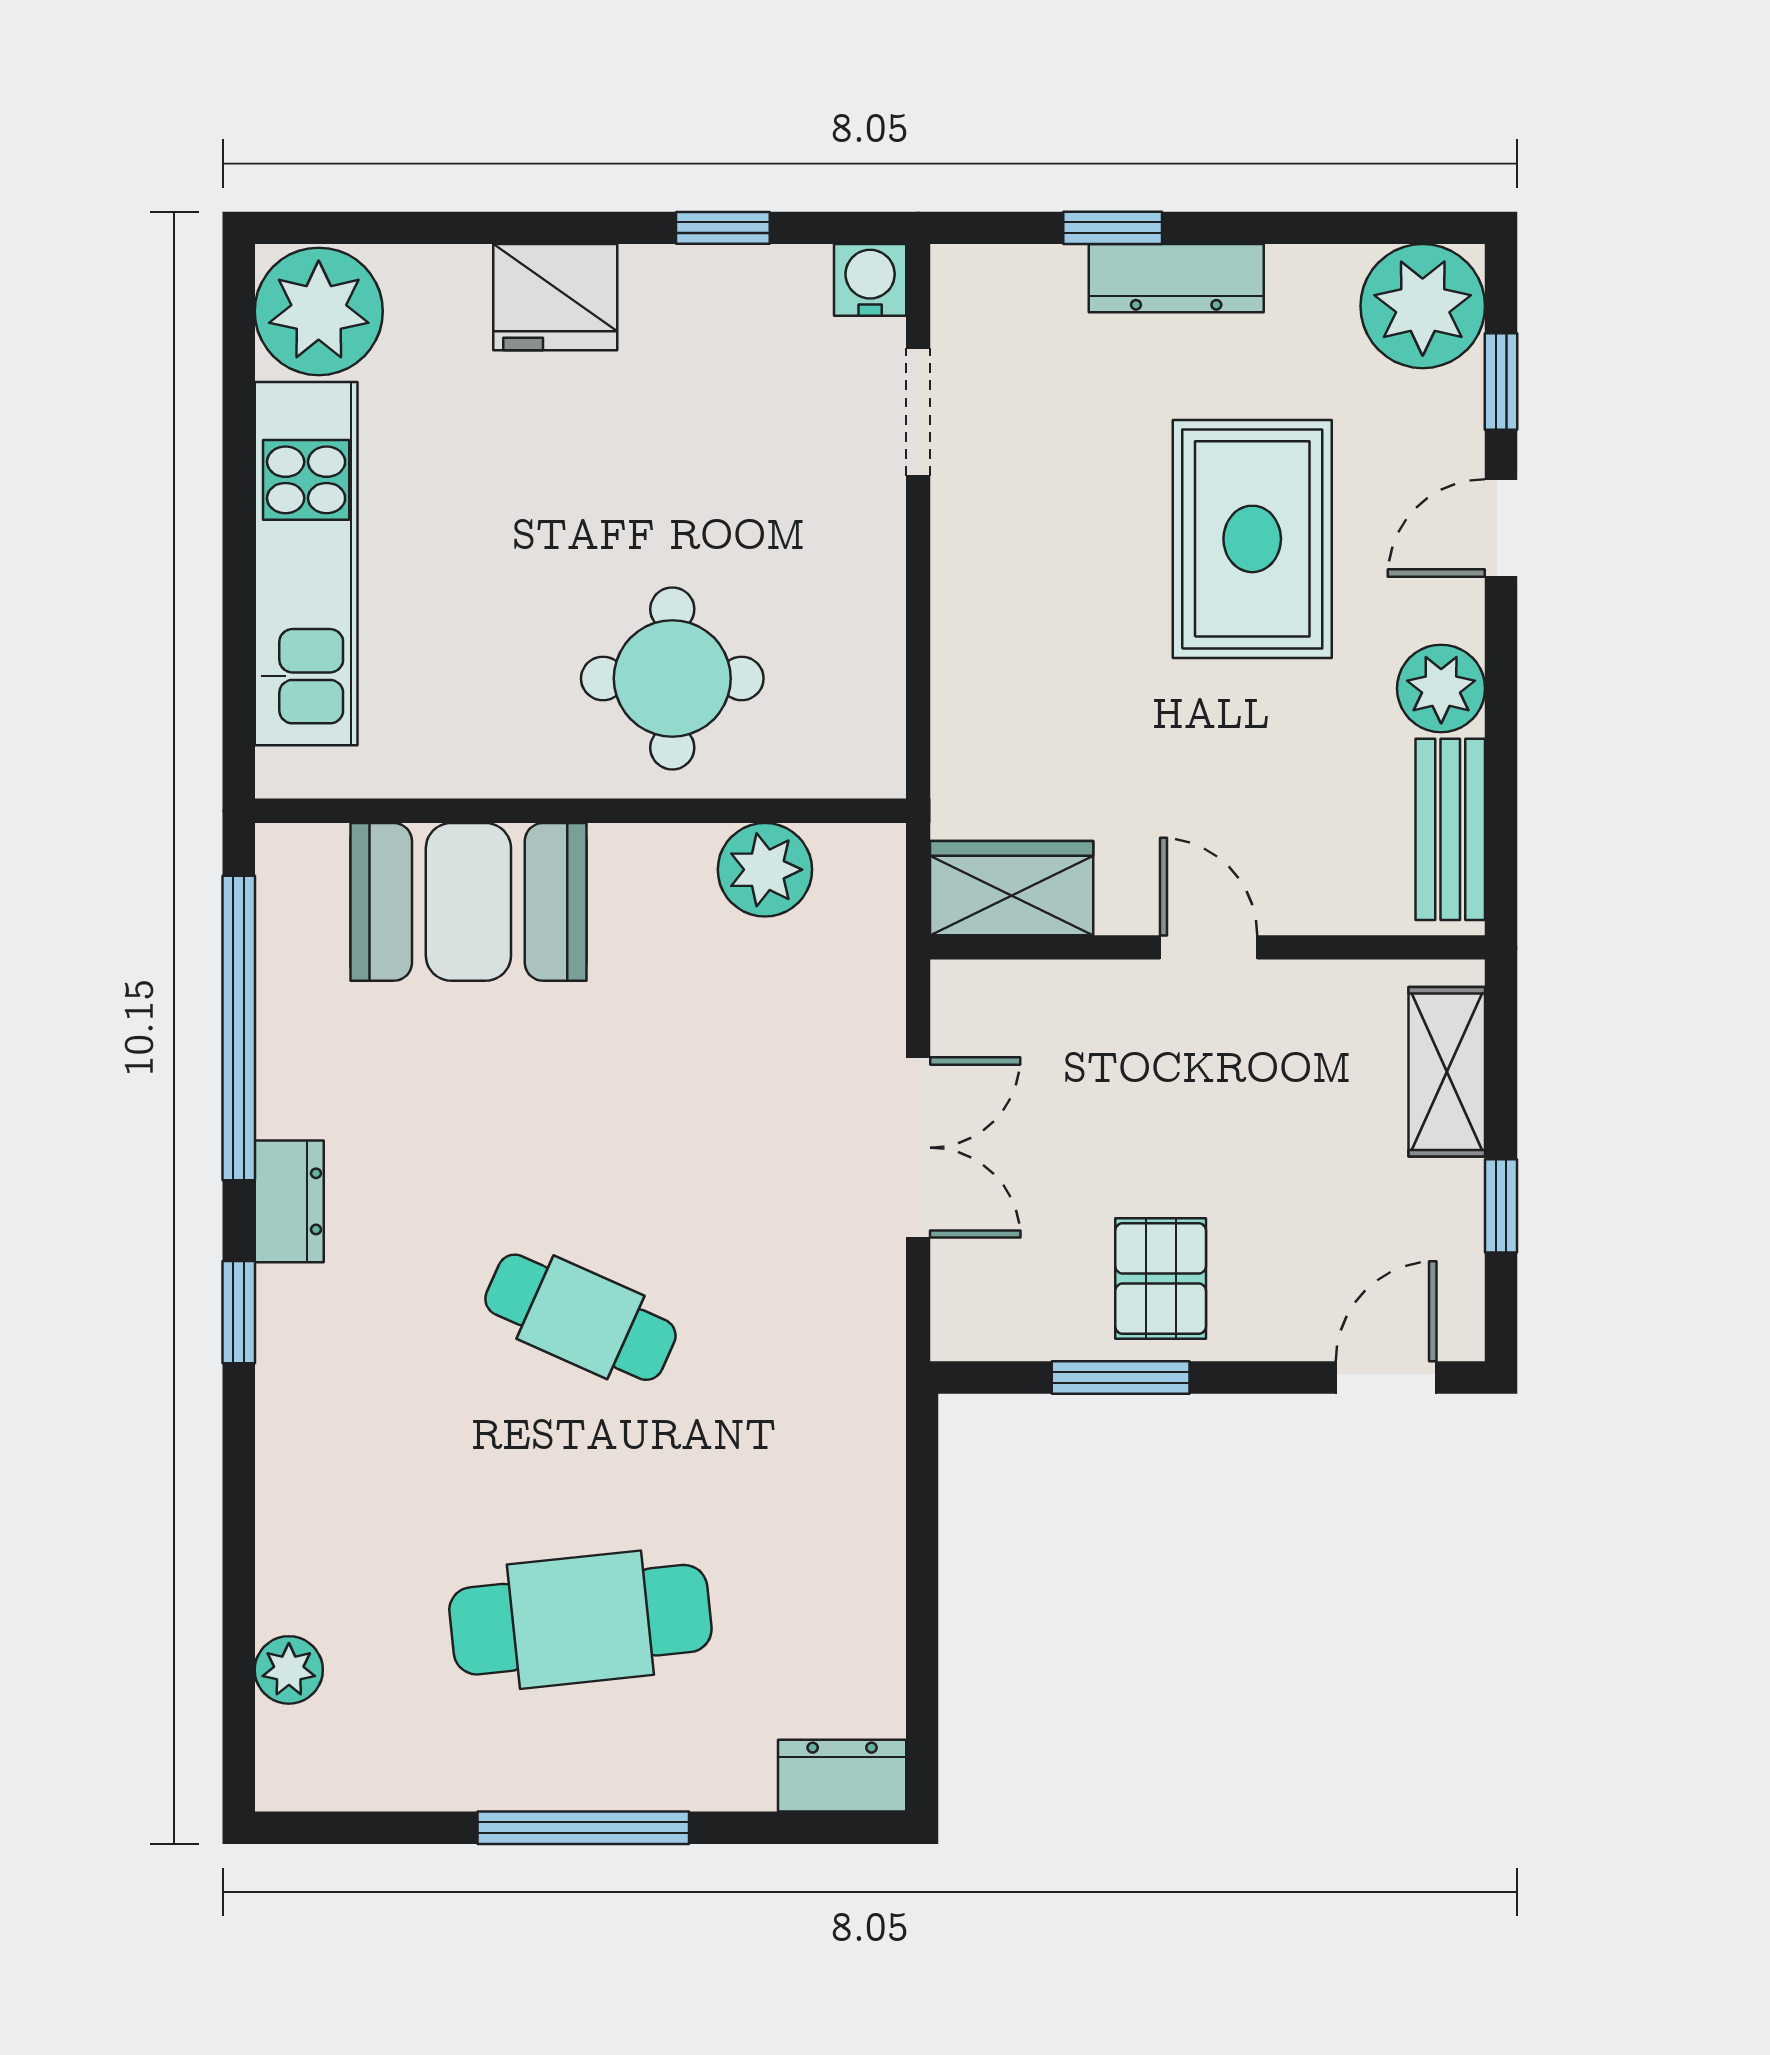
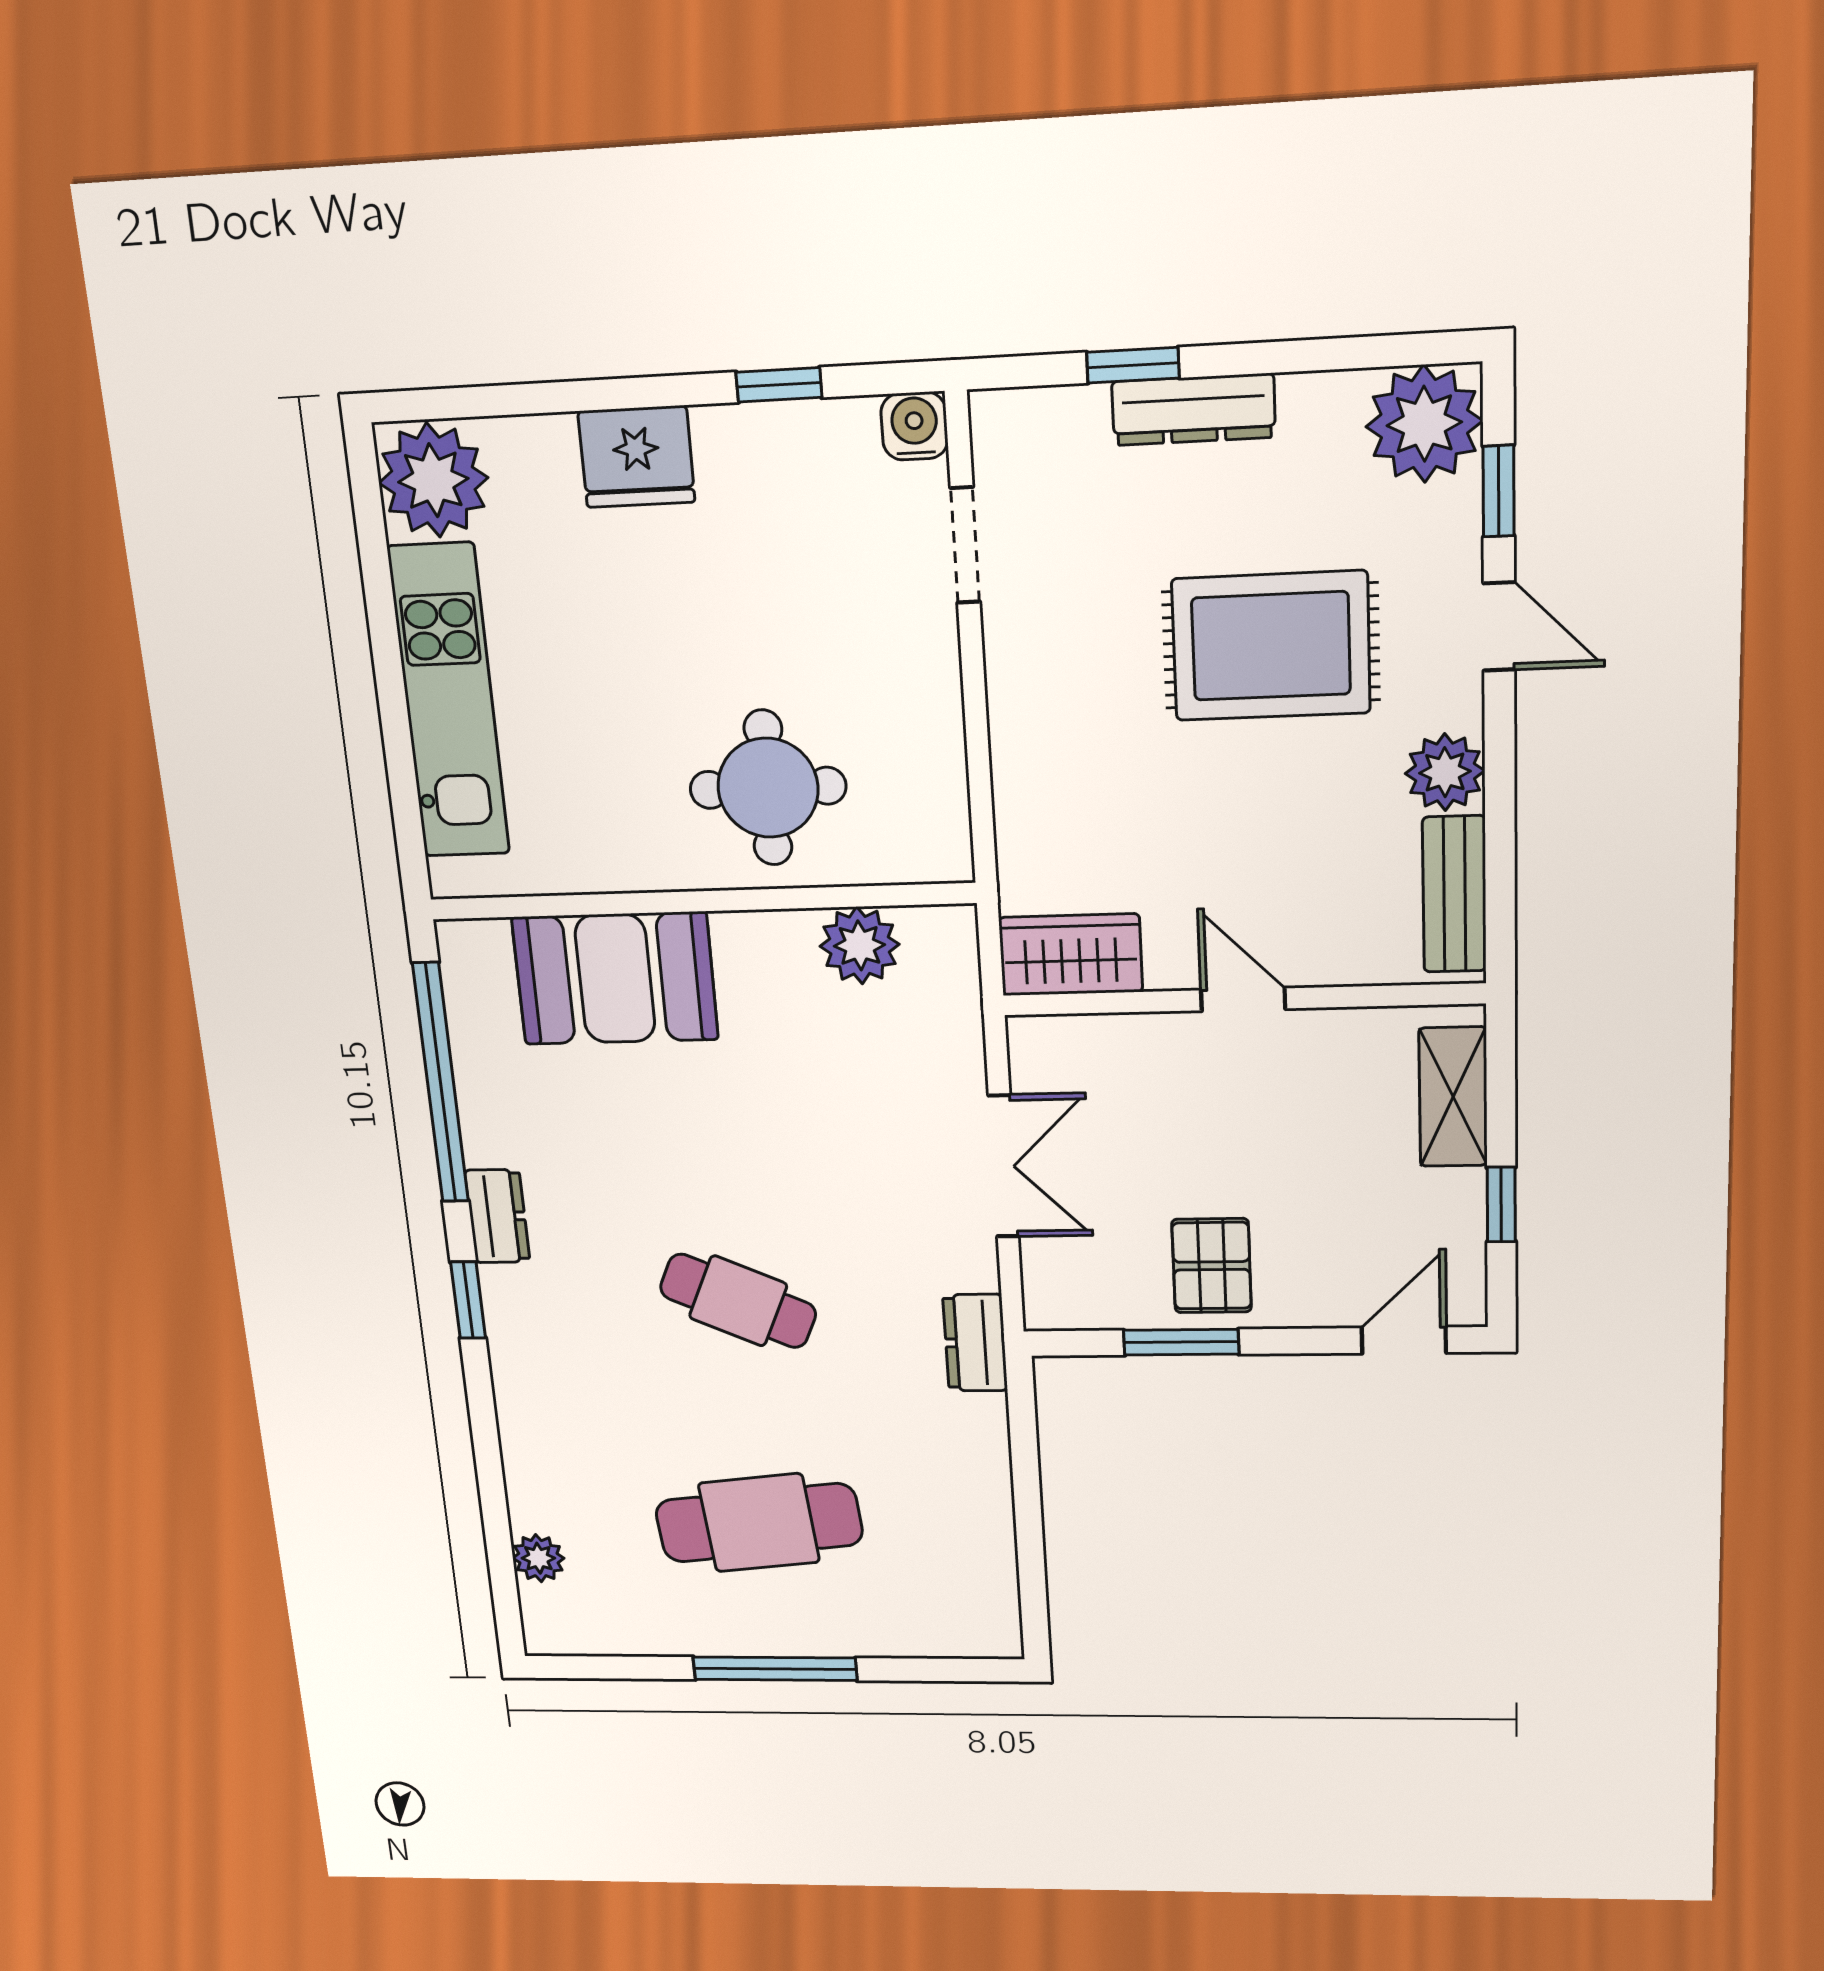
door: (1501, 528) -> (1499, 626), swing flipped
rug: (1252, 539) -> (1271, 646), turned 90
dresser: (842, 1776) -> (975, 1343), moved, turned -90

